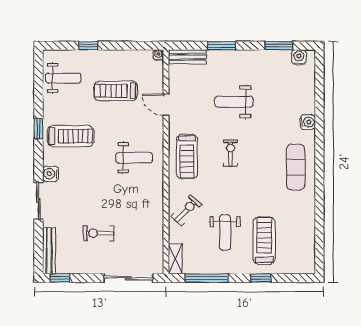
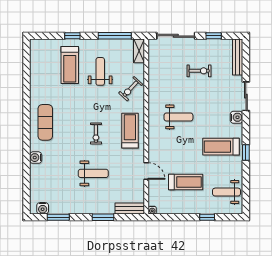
weight bench: (134, 158) -> (178, 117), moved, turned 180
window: (60, 278) -> (214, 36), moved

